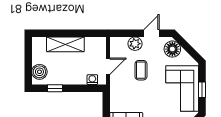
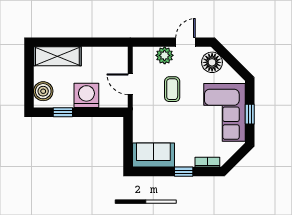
shelving: (65, 44) -> (57, 56), moved
door: (108, 66) -> (130, 84), swing flipped
washing machine: (92, 80) -> (86, 95), moved, width x1.89, depth x1.89

